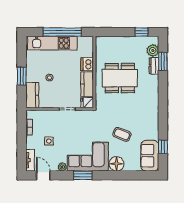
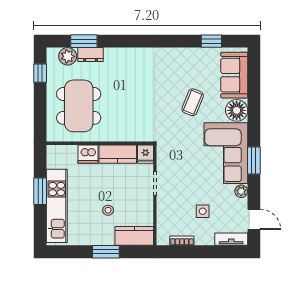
window: (62, 32) -> (40, 191), width x0.47
dining table: (120, 78) -> (79, 106), moved
sofa: (150, 156) -> (234, 75), moved, turned 90
door: (43, 175) -> (254, 219), swing flipped

